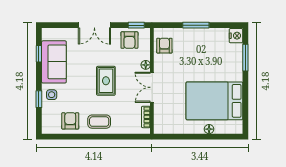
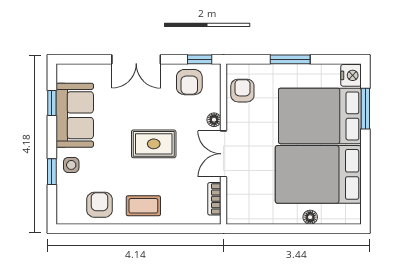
bed: (215, 62) -> (320, 116), added
rug: (106, 81) -> (154, 144), turned 90

